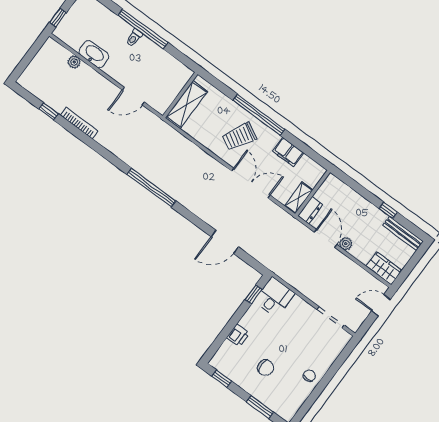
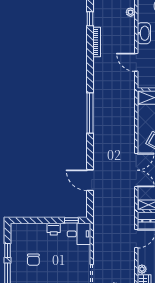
washbasin: (94, 54) -> (144, 33), moved
plant: (346, 244) -> (142, 269), moved
printer: (238, 335) -> (54, 229), moved
window: (222, 379) -> (8, 250), moved

